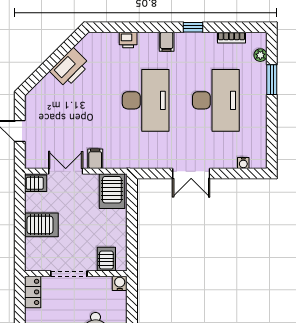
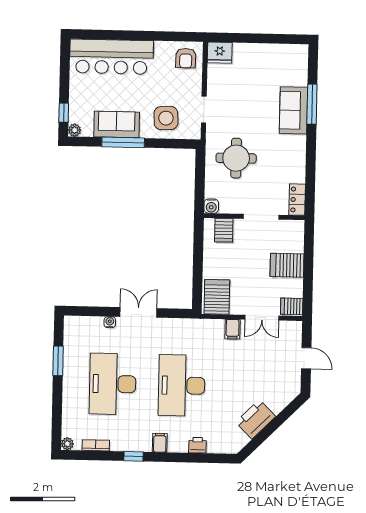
plant: (260, 55) -> (67, 444), moved
window: (272, 80) -> (58, 361), moved
water cooler: (243, 163) -> (110, 322), moved

